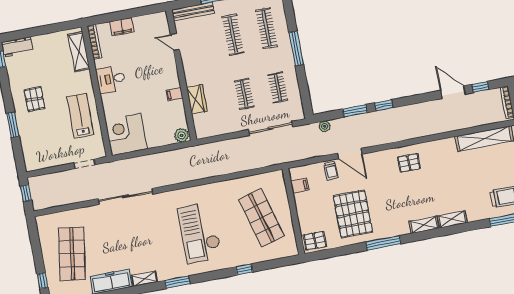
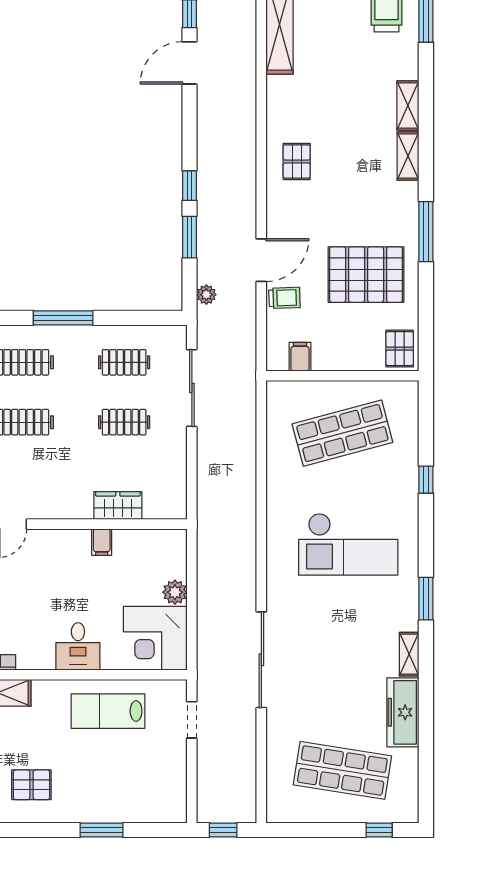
desk: (111, 79) -> (78, 646), moved
pallet: (34, 99) -> (31, 785), moved
plant: (182, 135) -> (175, 592), moved

